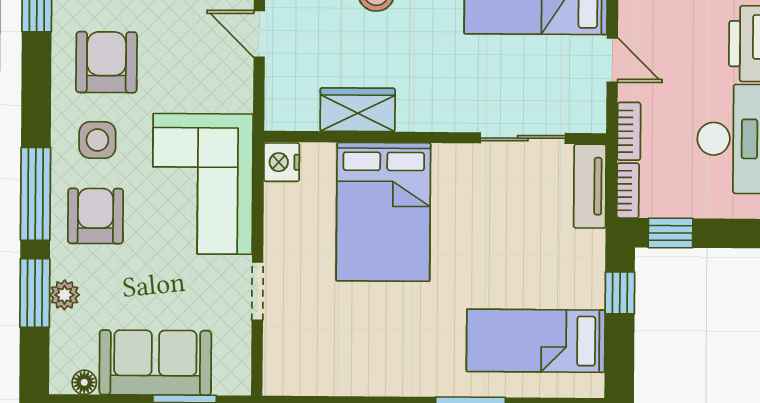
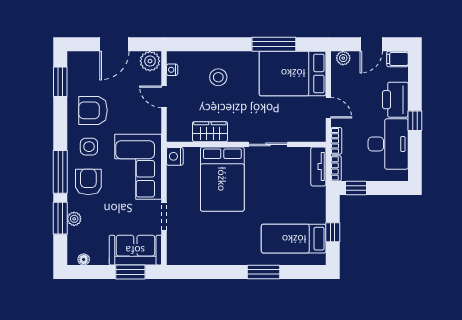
armchair: (106, 62) -> (93, 110), turned -90
sliding door: (523, 138) -> (268, 144), moved
window: (620, 293) -> (333, 232), moved
sofa: (155, 363) -> (135, 250), moved

